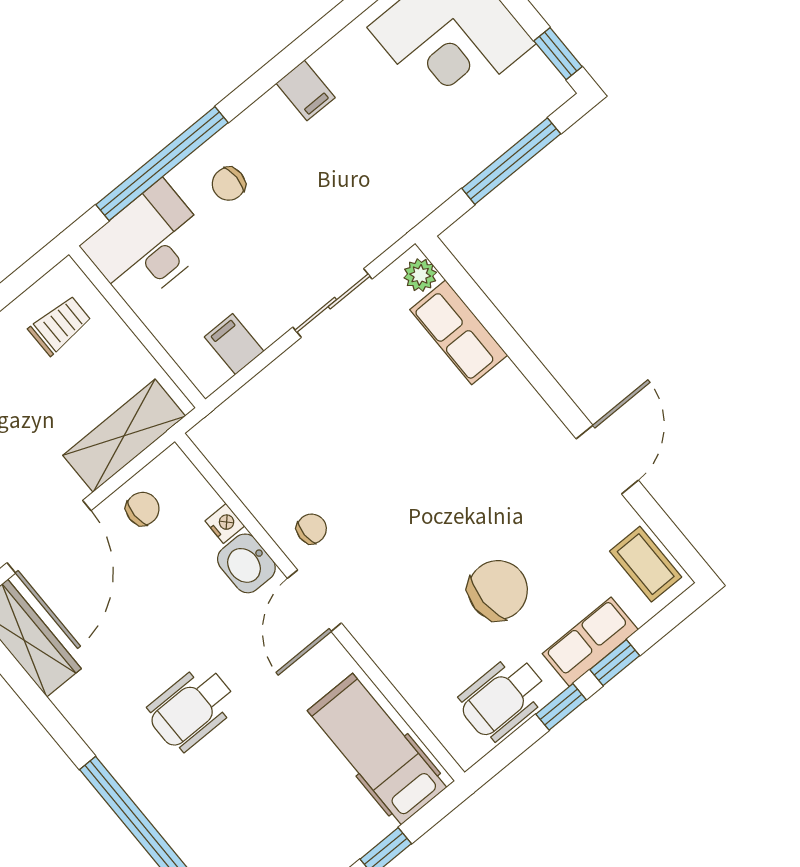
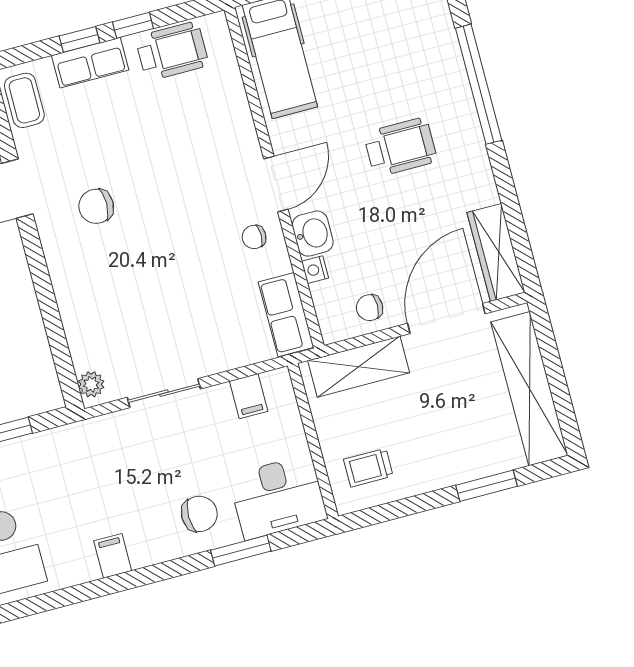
window: (162, 164) -> (241, 551), width x0.47
chair: (229, 184) -> (199, 514), width x1.37, depth x1.37
row of seats: (459, 332) -> (286, 315), moved, turned 180
chair: (498, 590) -> (96, 206), moved, width x0.73, depth x0.73

